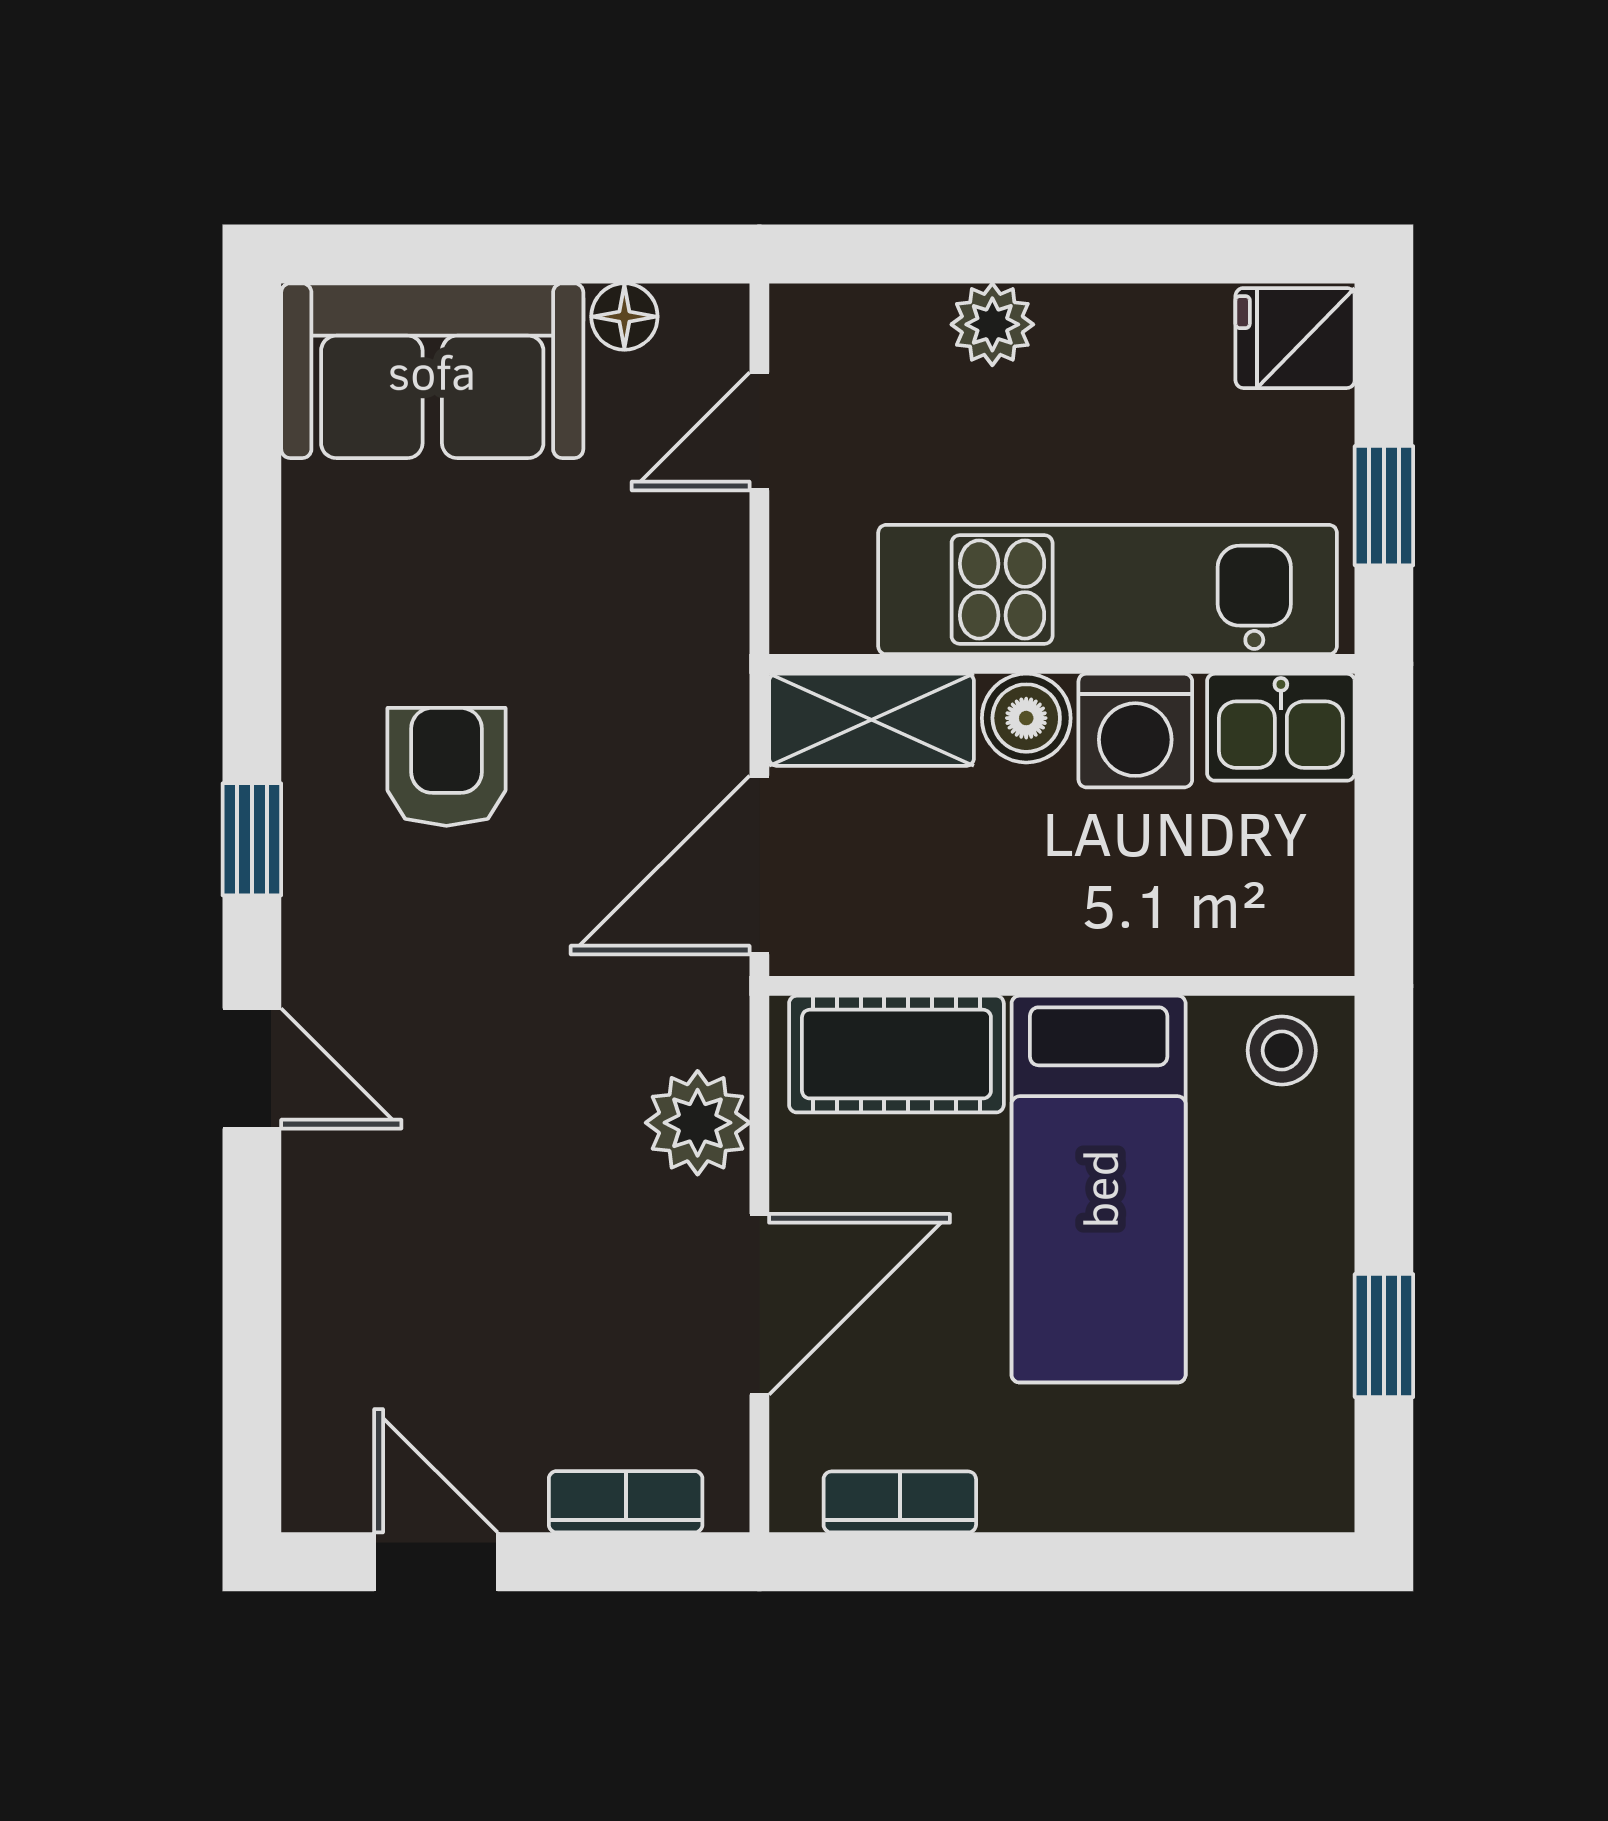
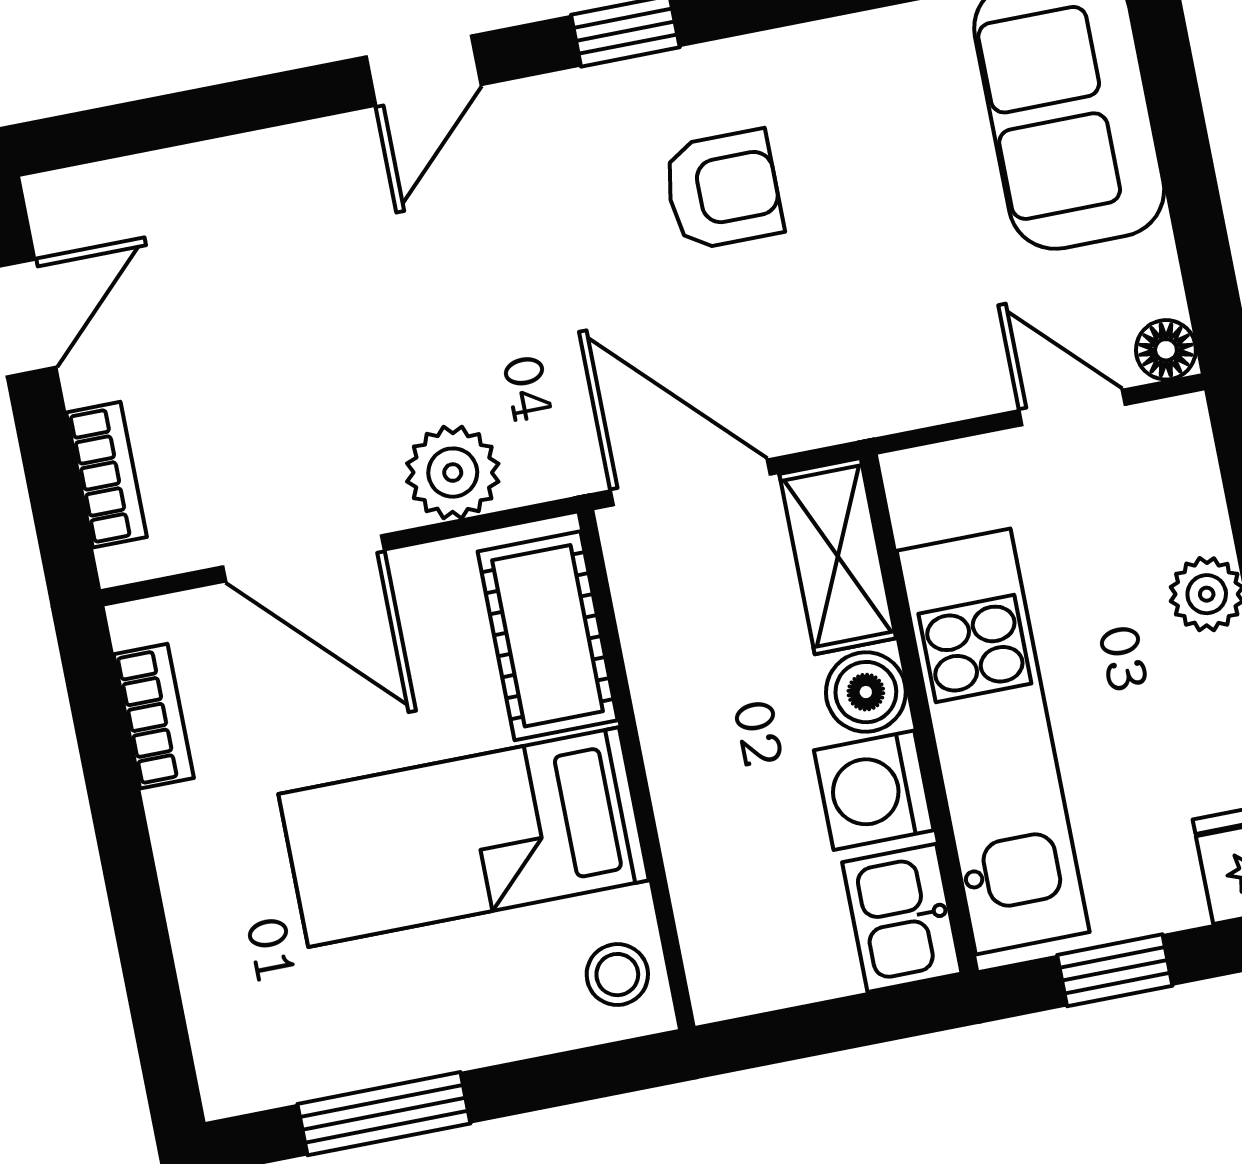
floor lamp: (624, 317) -> (1166, 350), moved
window: (1384, 1336) -> (384, 1114), width x1.50

